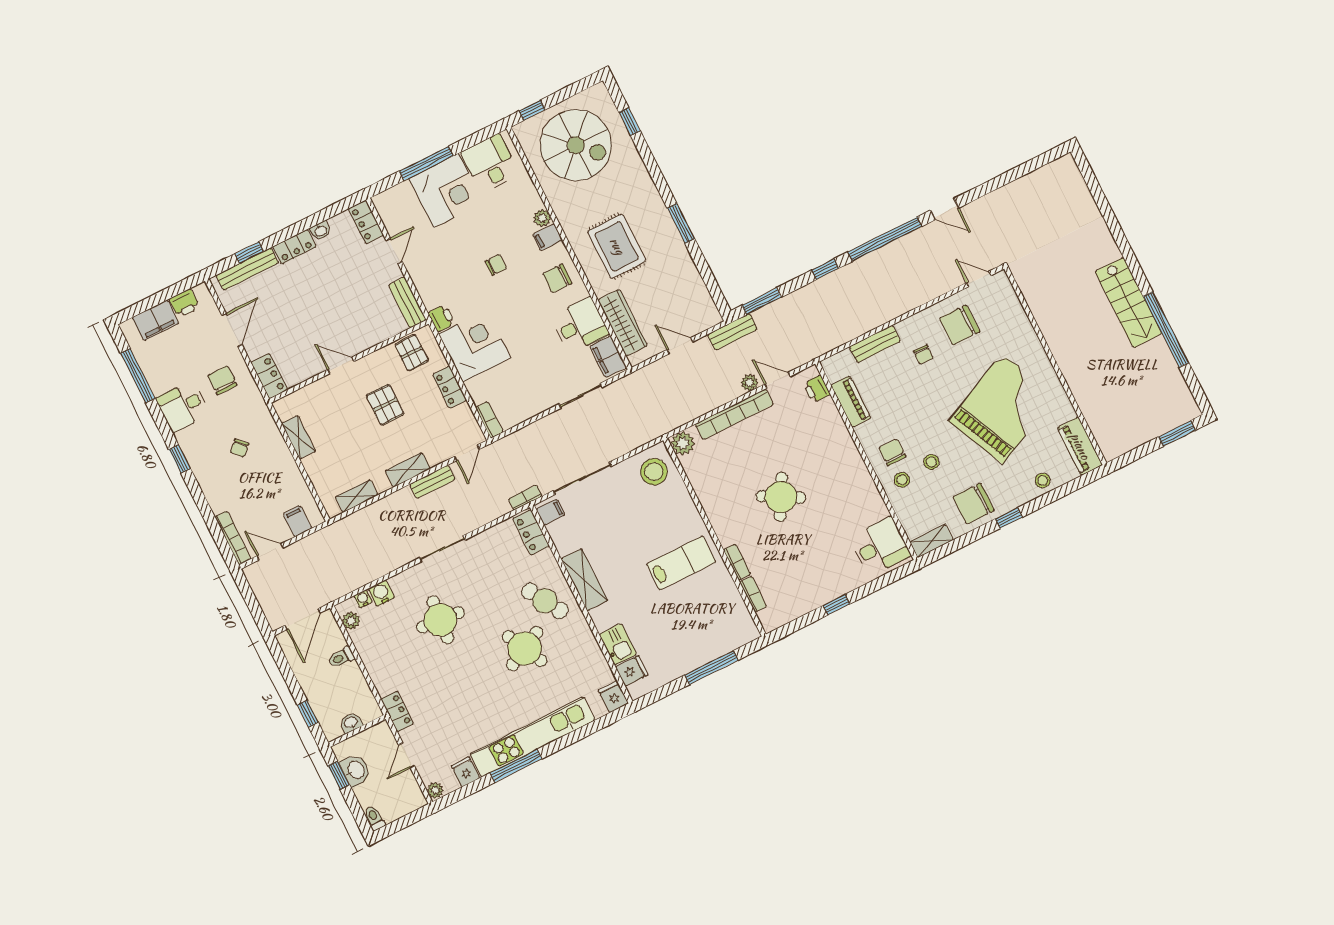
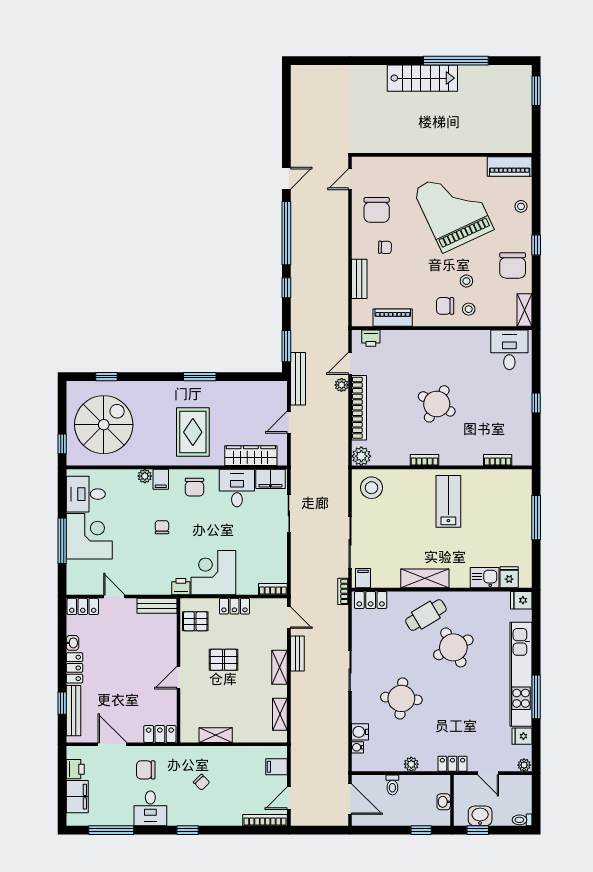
rug: (617, 246) -> (193, 432), turned 90
bench: (732, 332) -> (298, 379), width x1.36
bookcase: (737, 562) -> (425, 460), moved
plant: (351, 621) -> (411, 764), moved

